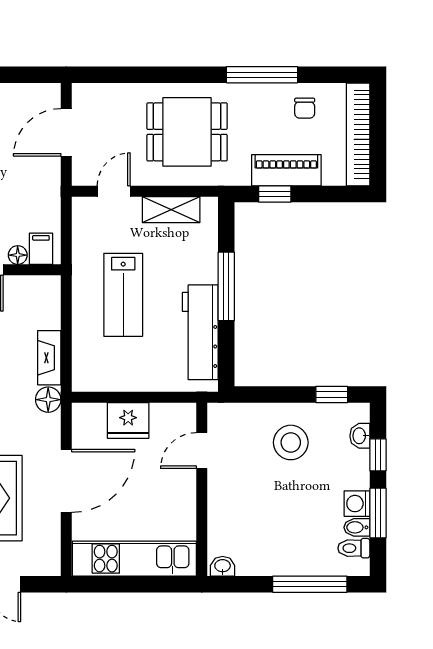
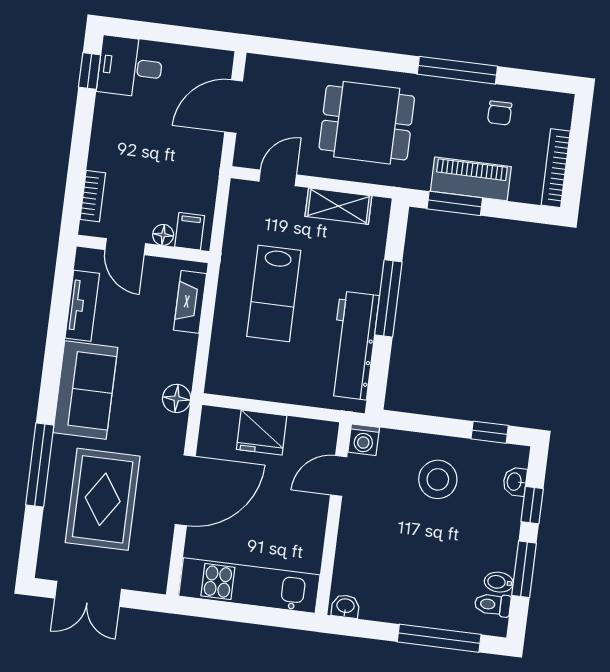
bookcase: (358, 134) -> (556, 168), width x0.68, depth x0.76
window: (275, 194) -> (455, 203), width x1.50
fireplace: (49, 358) -> (190, 302), moved
washing machine: (357, 504) -> (364, 440), moved, turned -90

